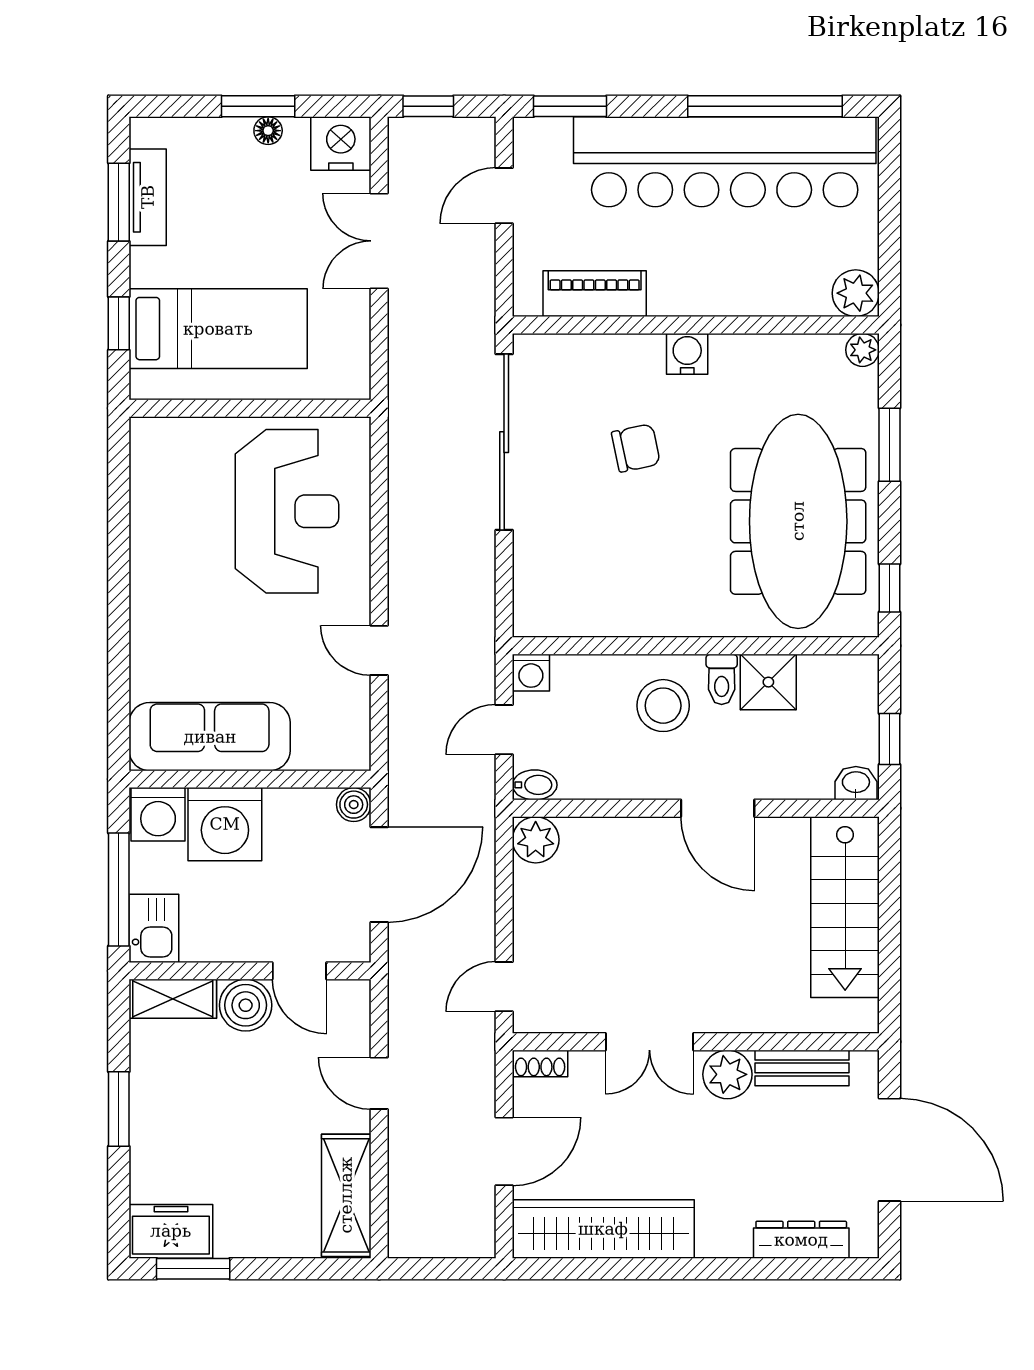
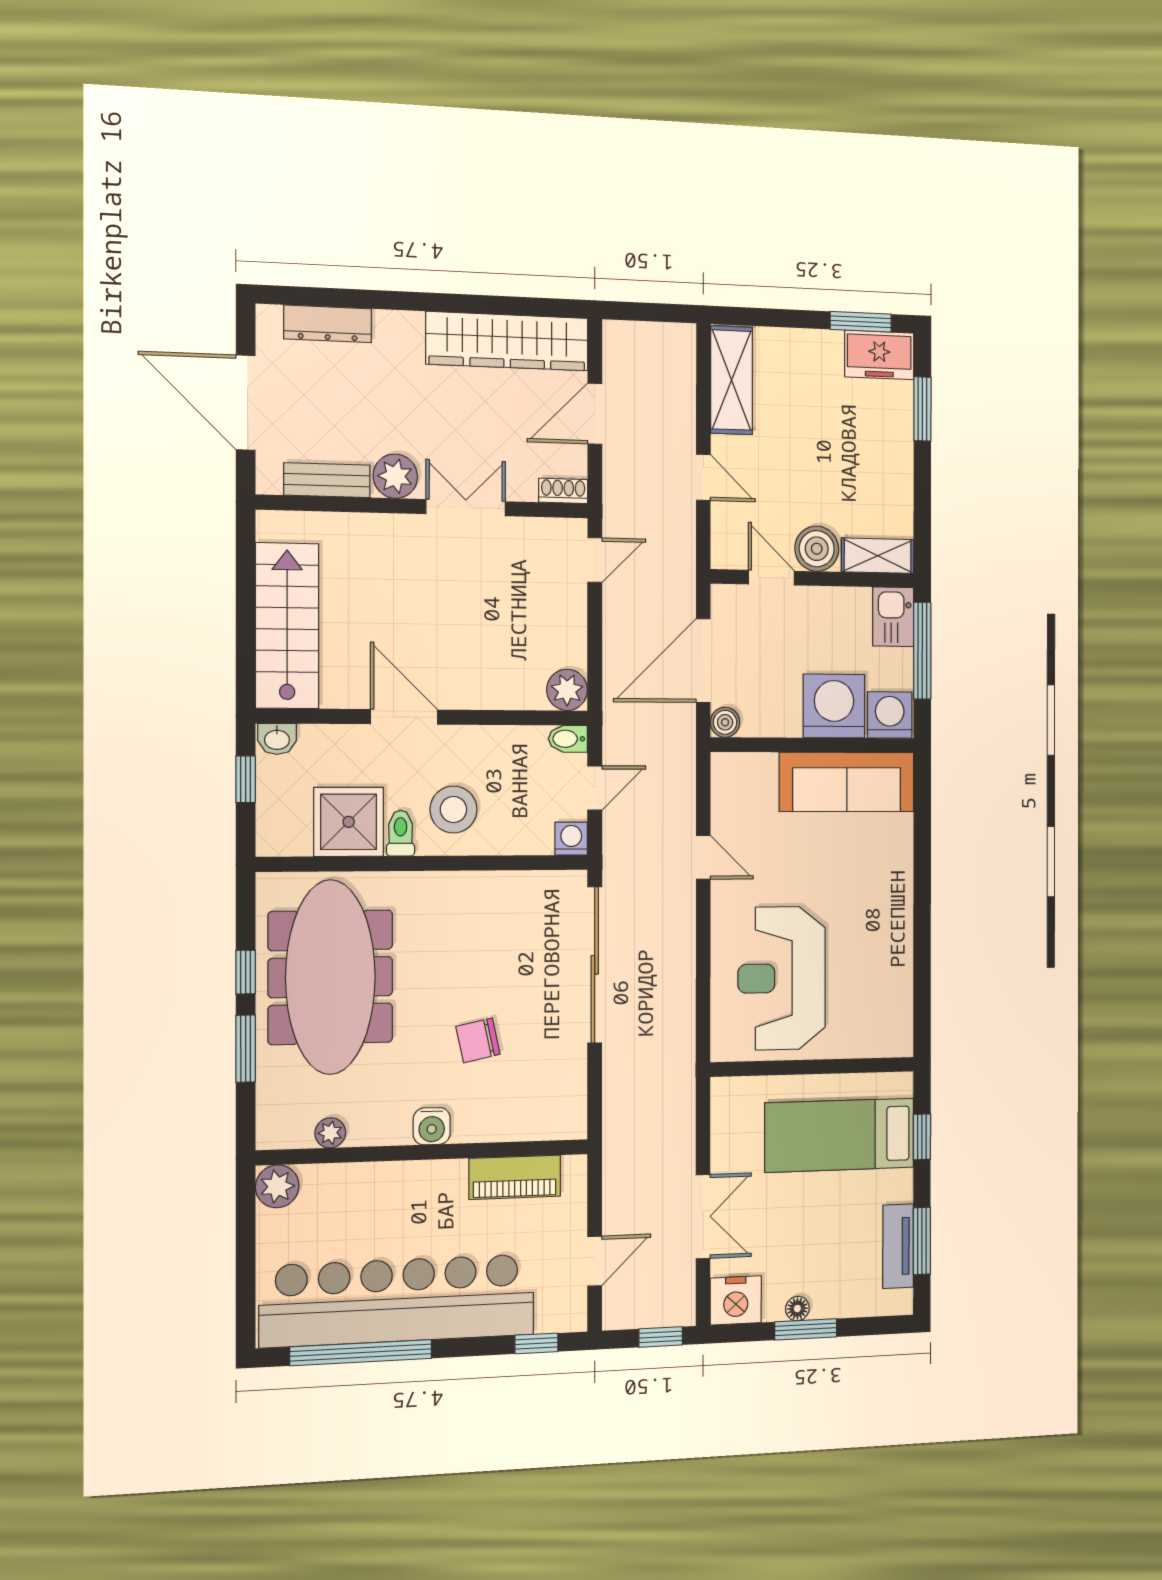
window: (570, 106) -> (536, 1343), width x0.67
plant: (863, 350) -> (330, 1133), moved
sliding door: (504, 442) -> (595, 965), moved
window: (890, 588) -> (246, 972), moved
shower: (768, 682) -> (349, 822), width x1.36, depth x1.36
window: (119, 1109) -> (922, 409), moved

